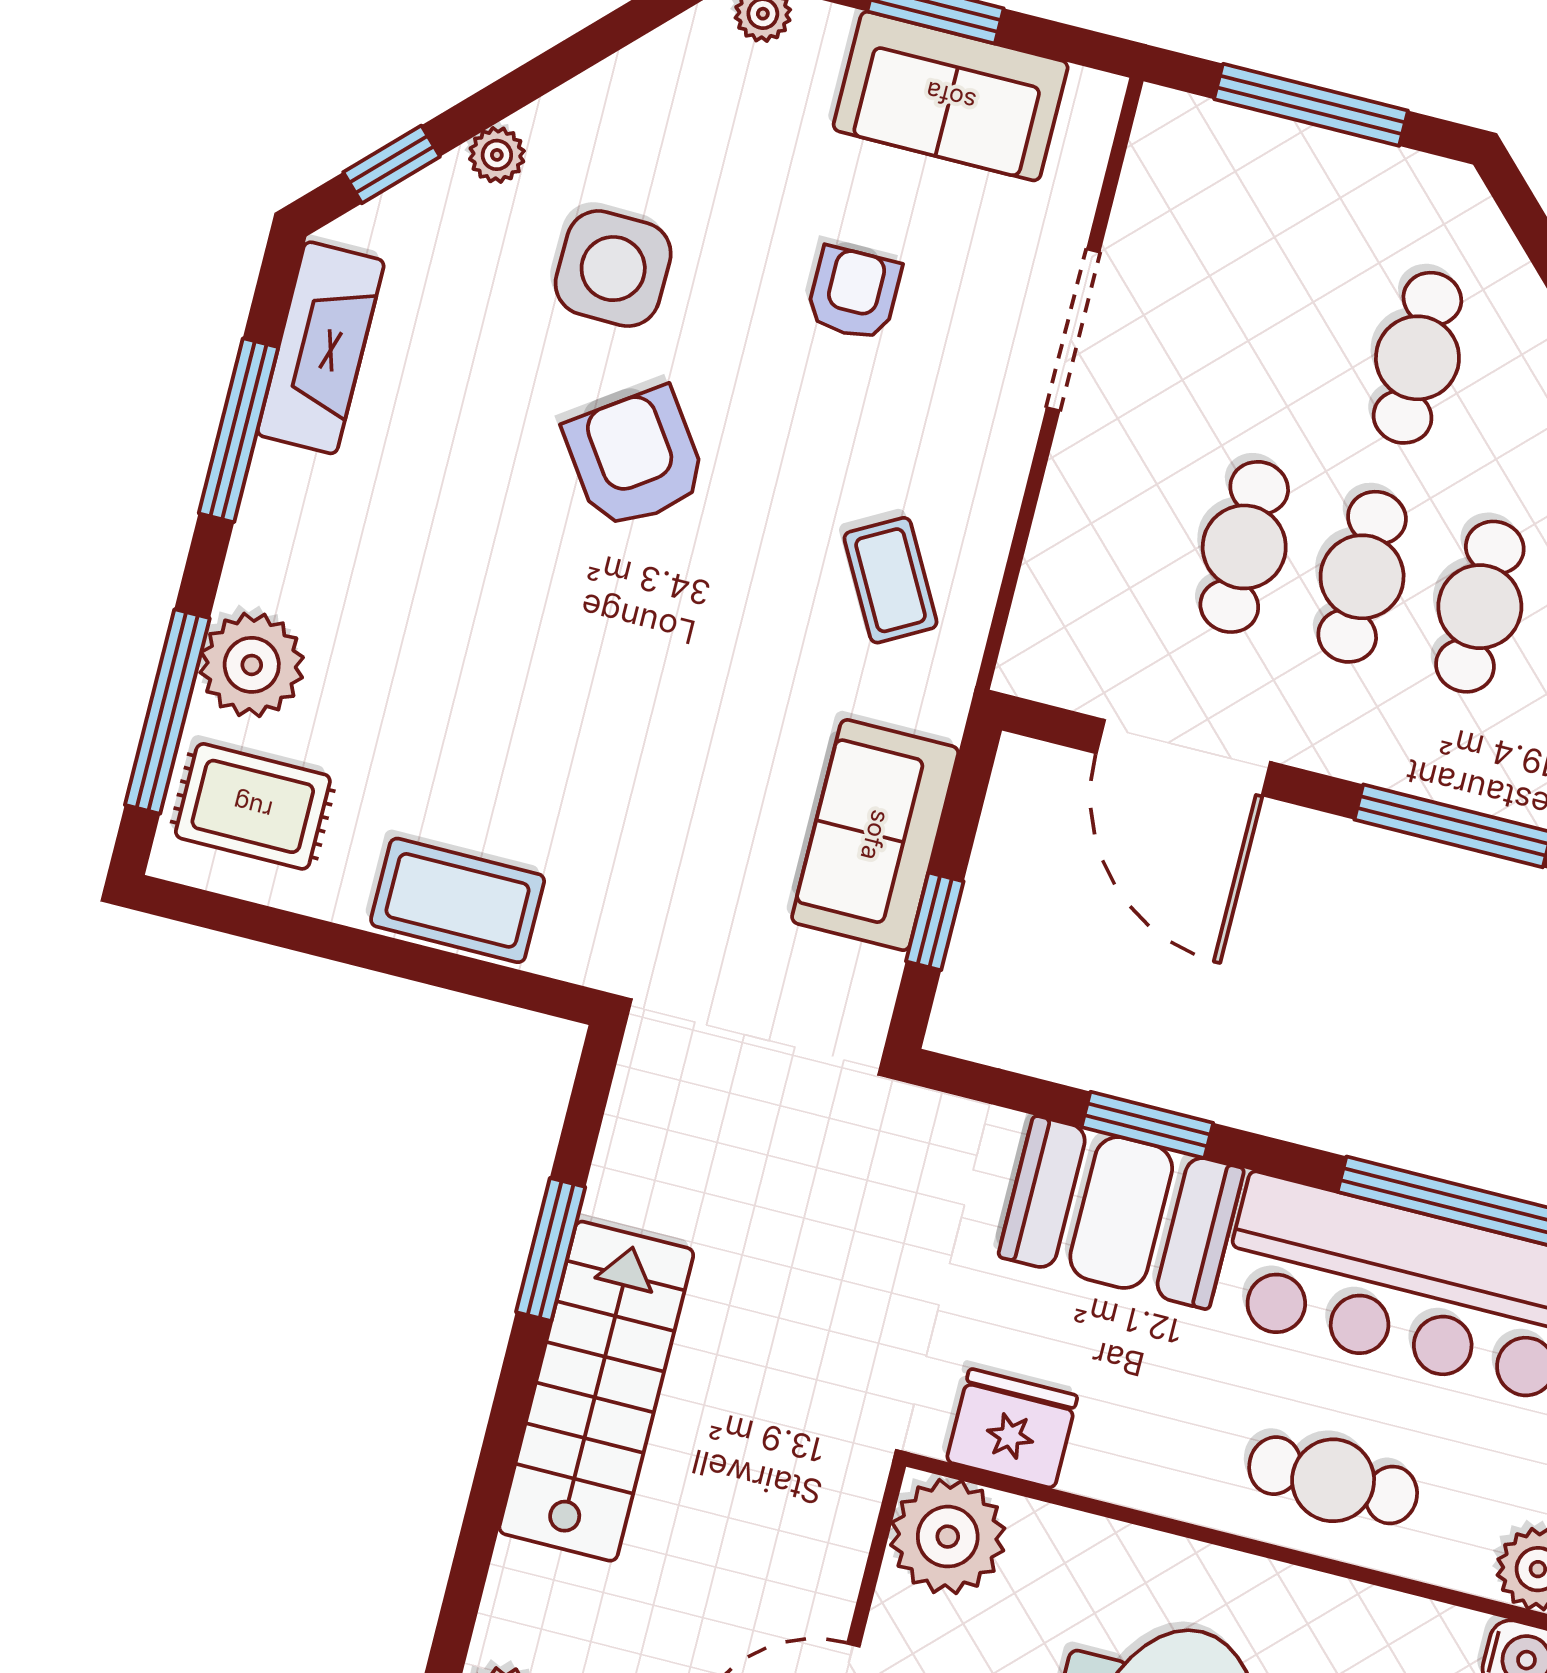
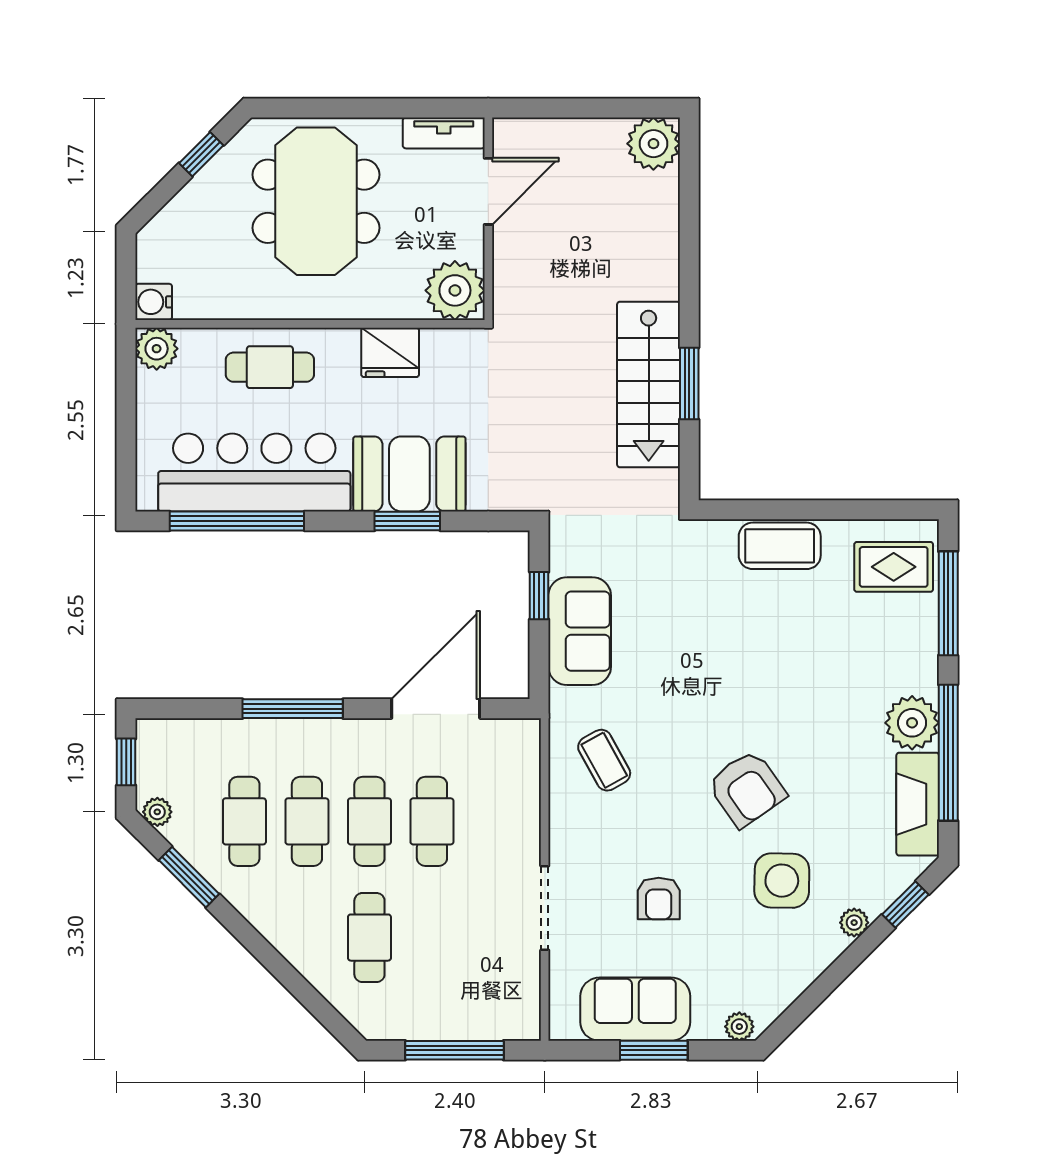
window: (238, 430) -> (948, 753), width x1.46
plant: (252, 665) -> (912, 723), moved
door: (1183, 758) -> (436, 709), hinge flipped
stairs: (596, 1391) -> (649, 384), moved
fridge: (1012, 1429) -> (390, 352), moved

